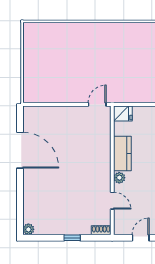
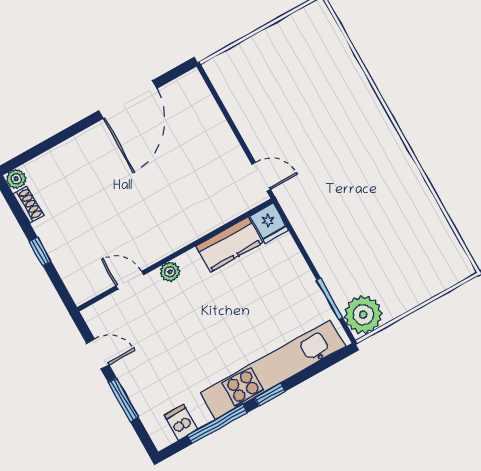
kitchen counter: (122, 153) -> (229, 244), moved
door: (112, 201) -> (130, 280), swing flipped
shoe rack: (101, 230) -> (29, 205), moved

